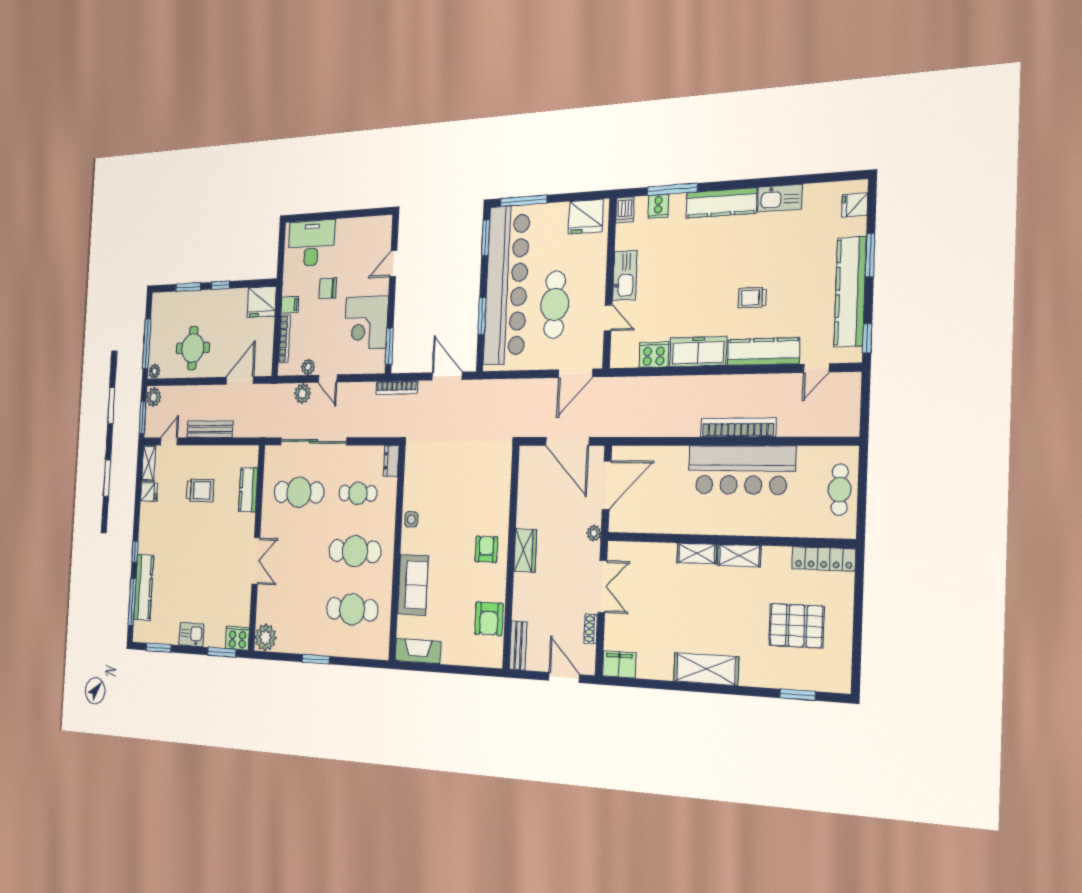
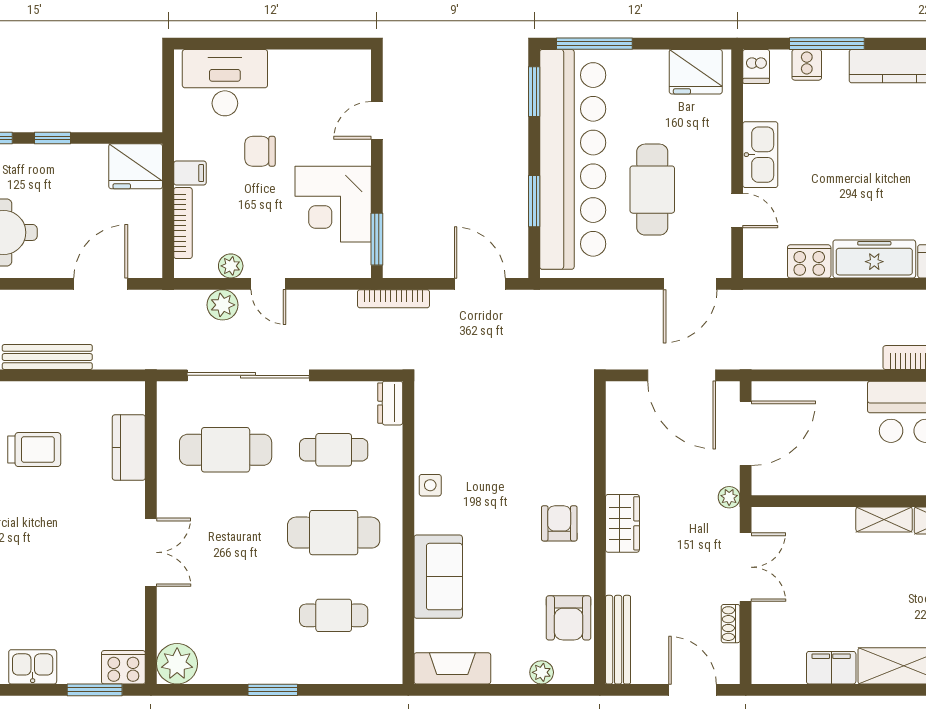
cafe table: (352, 609) -> (334, 615), width x0.73, depth x0.74
bench: (518, 646) -> (618, 640), width x1.36
plant: (471, 658) -> (542, 672), added
filing cabinet: (619, 665) -> (831, 668), moved

